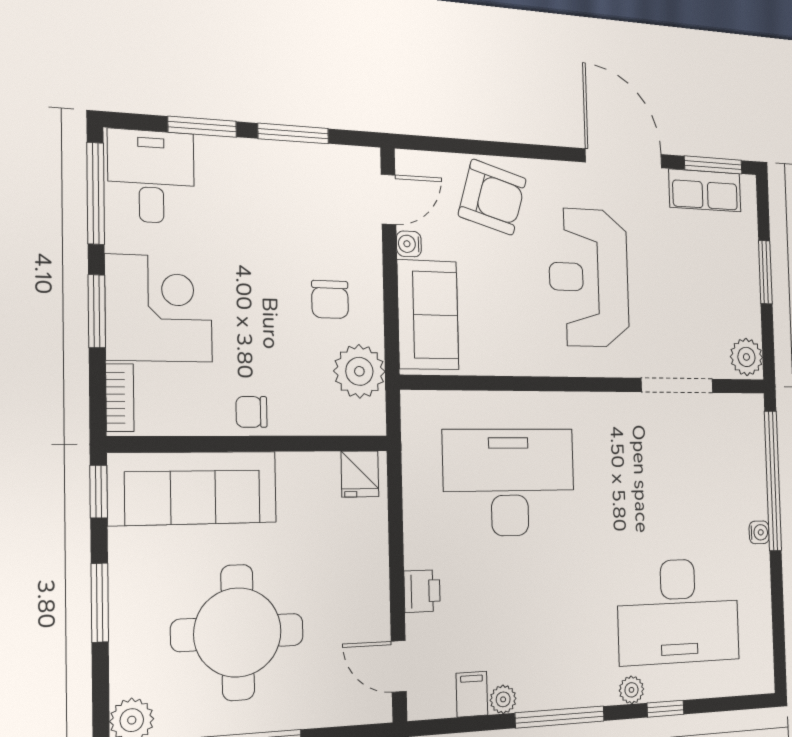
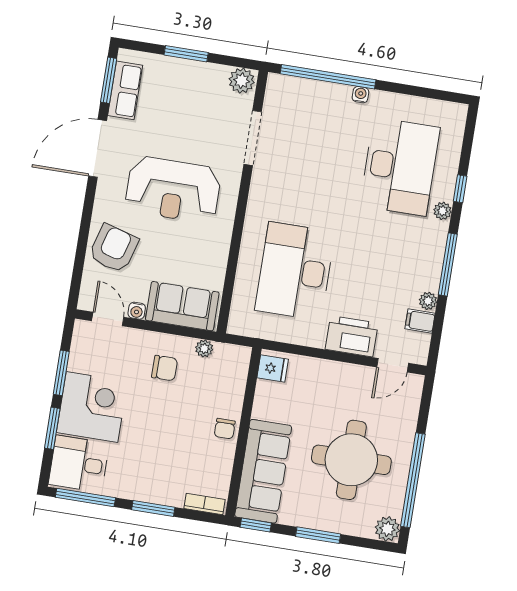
corner desk: (159, 308) -> (92, 407), moved, turned 90
plant: (359, 371) -> (204, 348), width x0.53, depth x0.53
printer: (422, 591) -> (352, 336), width x1.87, depth x1.48

